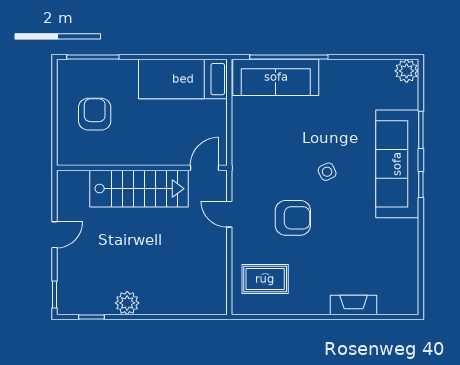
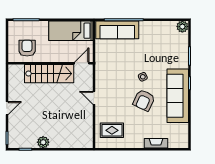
sofa: (397, 164) -> (178, 96), moved
wall: (142, 168) -> (51, 63), moved
door: (205, 168) -> (82, 63), moved
stairs: (139, 189) -> (49, 74), moved
armchair: (293, 218) -> (144, 100), moved, turned 115

